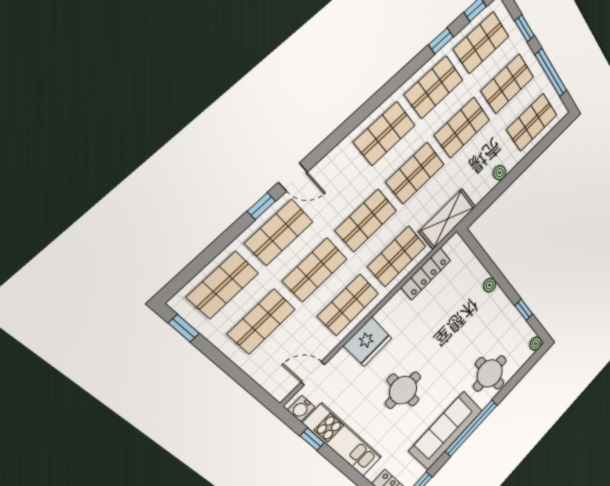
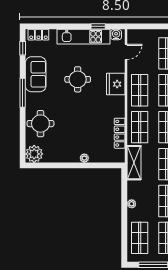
window: (524, 310) -> (54, 165), removed
plant: (535, 344) -> (34, 154), width x1.88, depth x1.88
window: (471, 428) -> (23, 93), width x0.68
sofa: (446, 431) -> (36, 74), width x0.73

